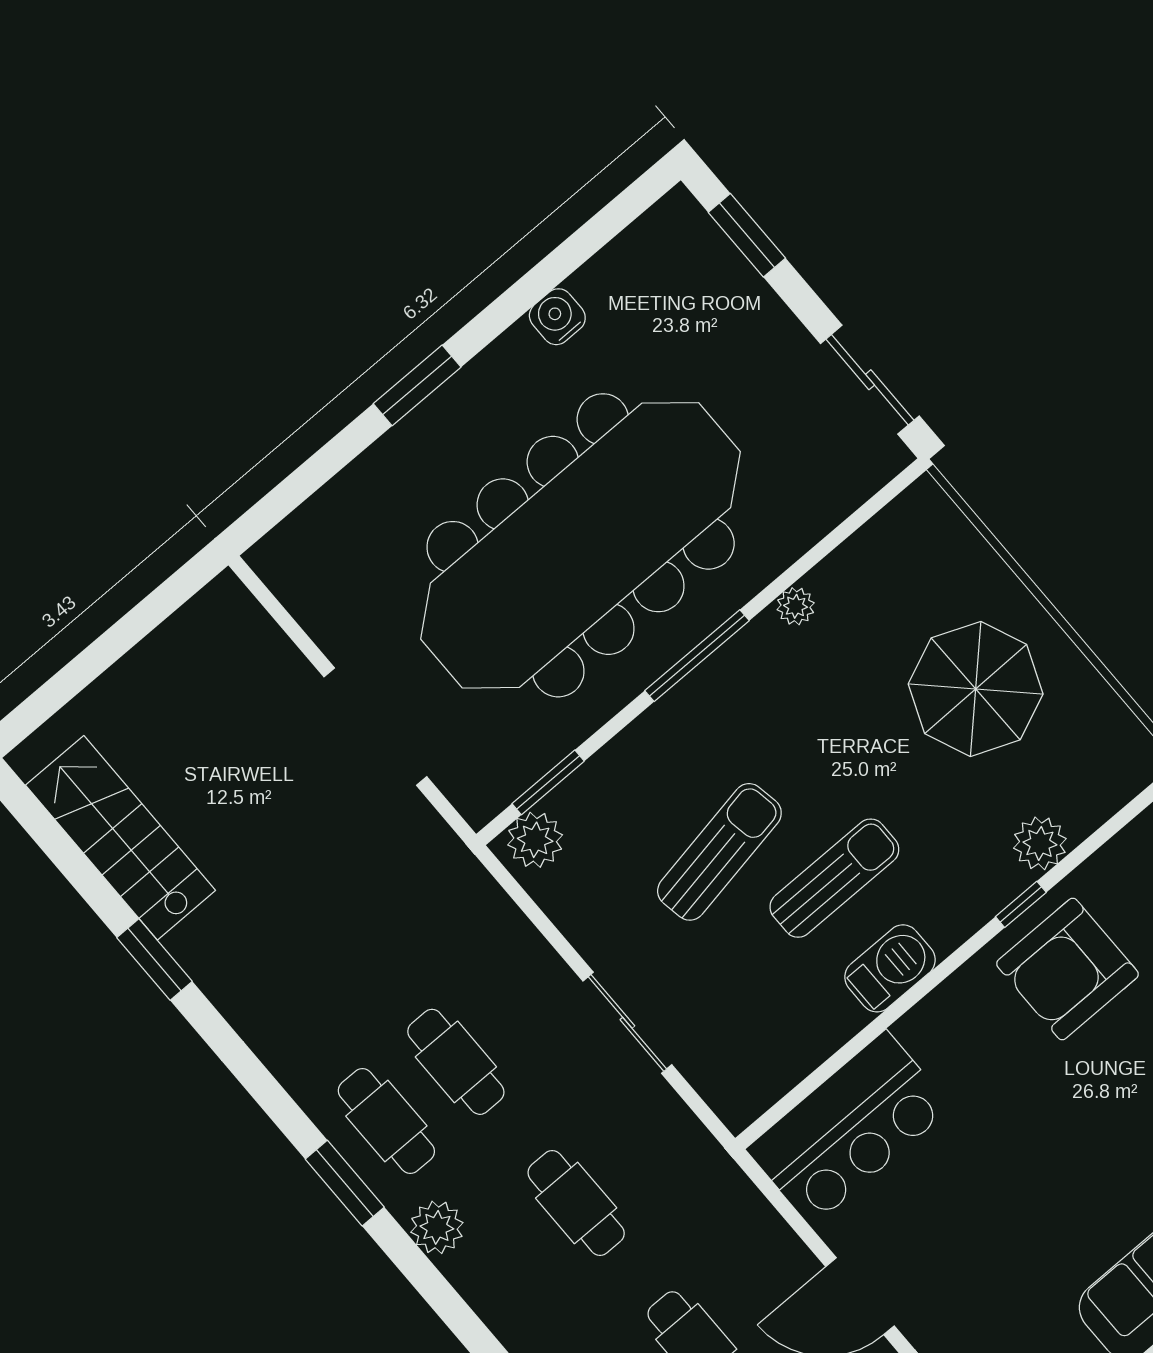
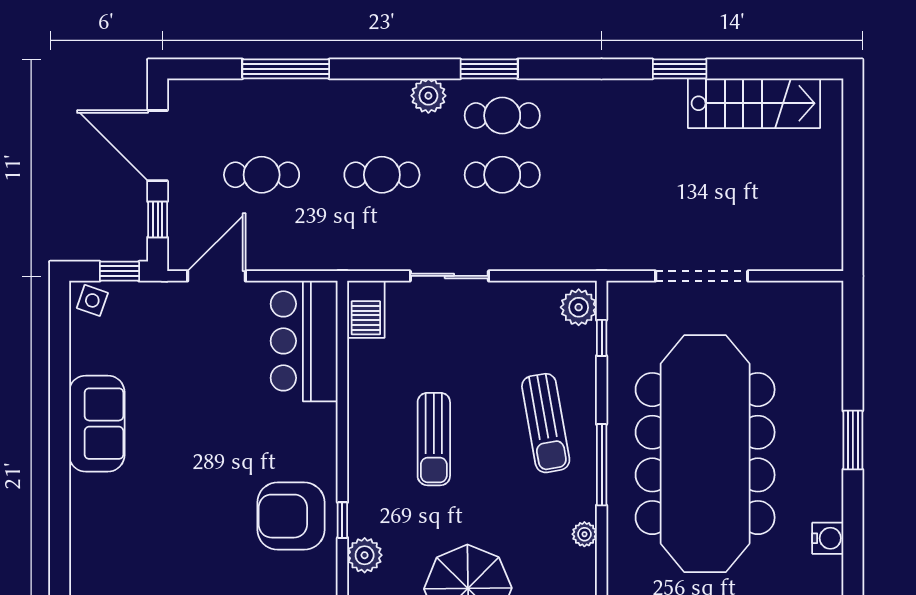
window: (548, 782) -> (602, 338), width x0.67
sun lounger: (719, 852) -> (546, 423), moved
barbecue: (890, 968) -> (366, 309), moved
armchair: (1067, 969) -> (291, 516), turned -90

